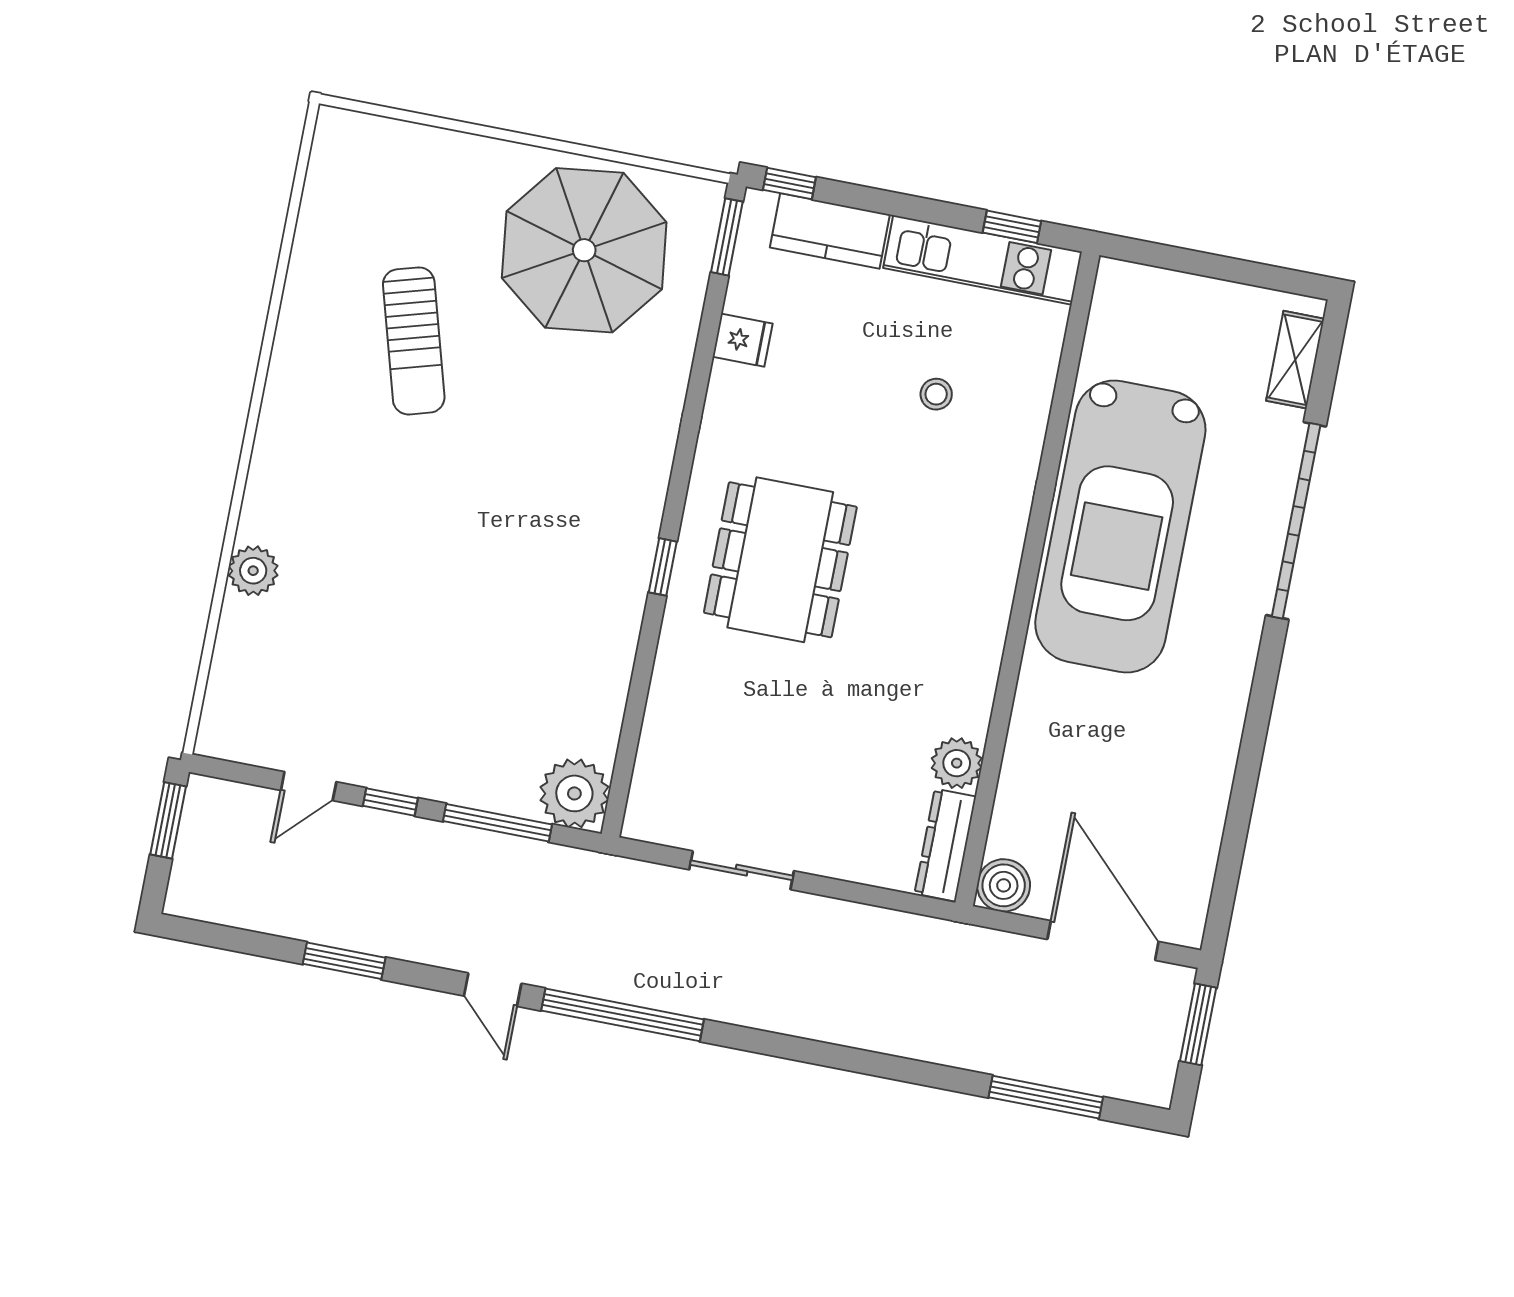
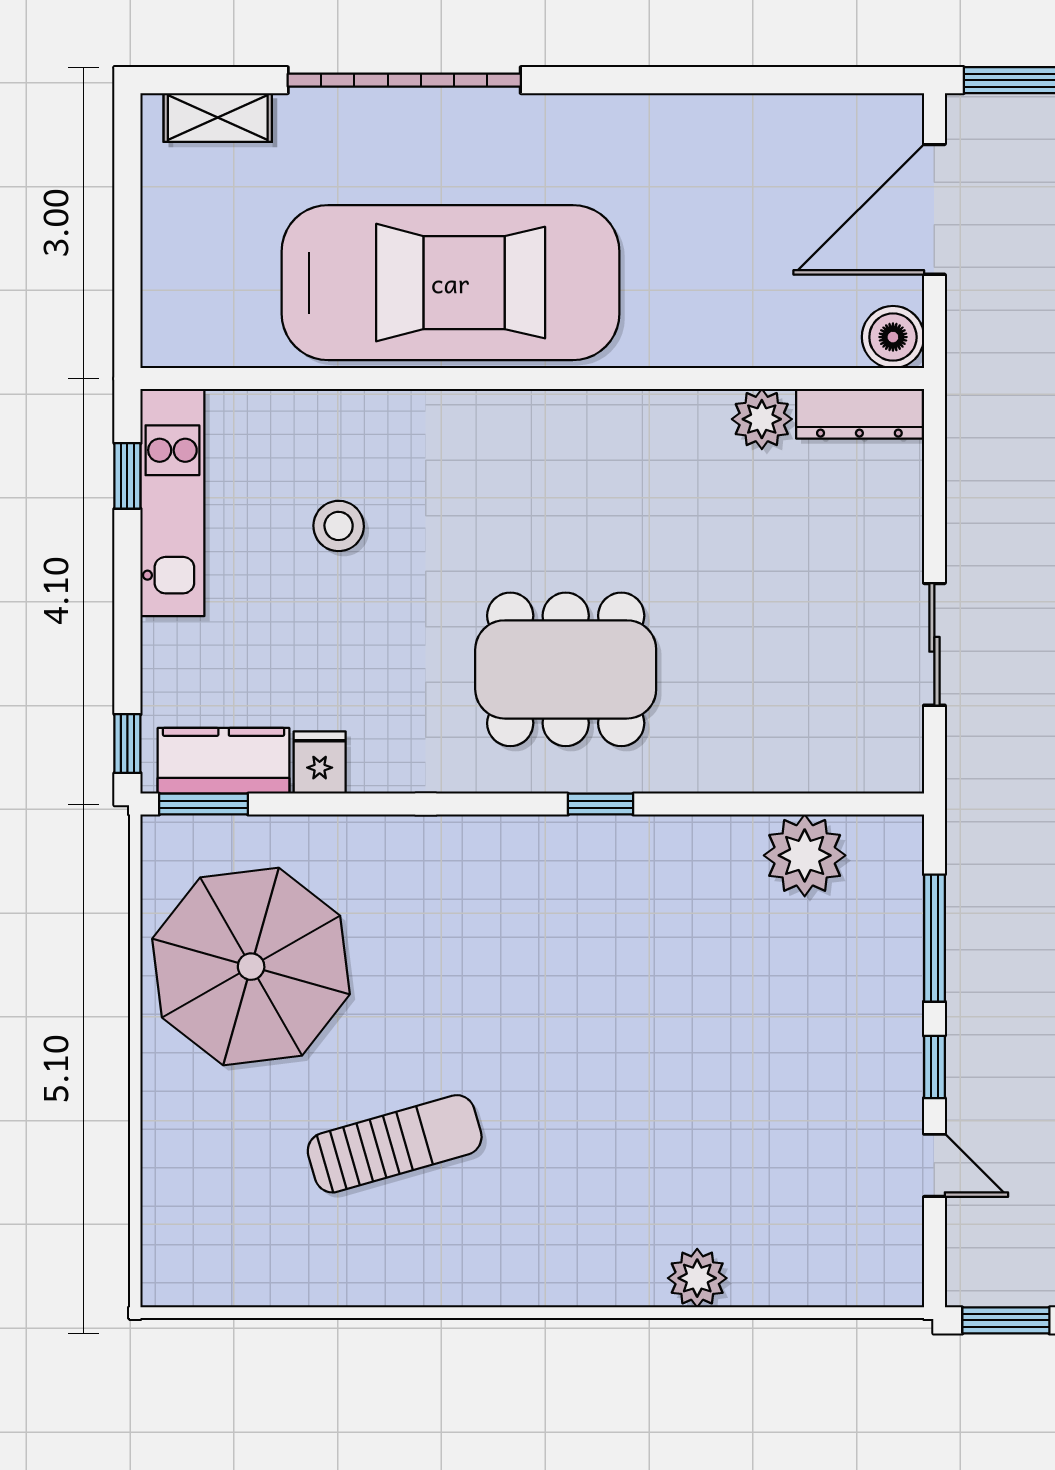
kitchen counter: (830, 231) -> (224, 761), moved, turned -90
stool: (936, 394) -> (339, 526), width x1.37, depth x1.37
plant: (574, 793) -> (805, 855), moved

